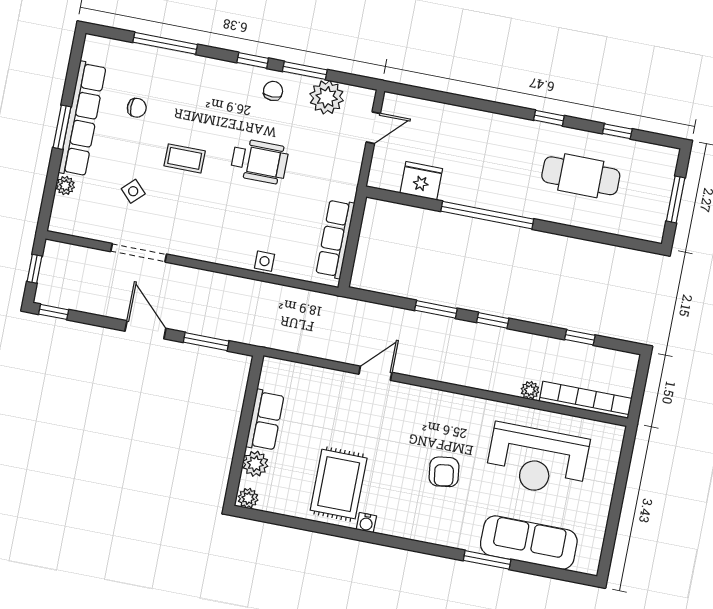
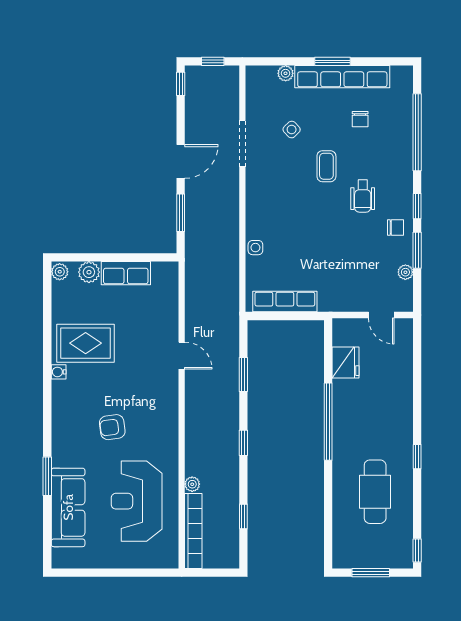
window: (165, 43) -> (417, 132), width x1.46
plant: (327, 97) -> (405, 272), width x0.53, depth x0.53
window: (617, 131) -> (417, 550), moved
wheelchair: (259, 161) -> (363, 196), moved, width x0.73, depth x0.73
window: (436, 309) -> (243, 374), moved

